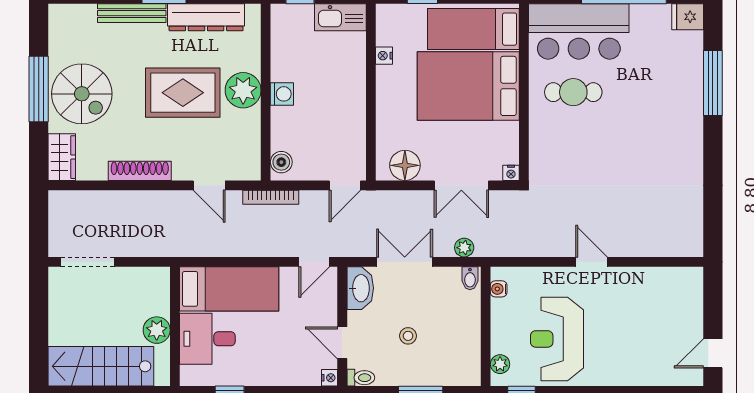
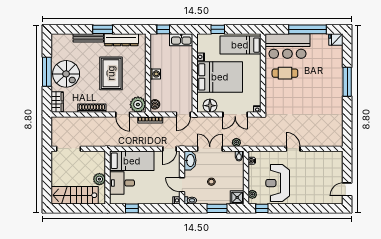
window: (713, 83) -> (347, 82), moved
bed: (468, 86) -> (220, 77), moved, turned 180
plant: (243, 90) -> (138, 105), moved
rug: (183, 93) -> (111, 73), turned 90
shower: (466, 371) -> (237, 197), added

